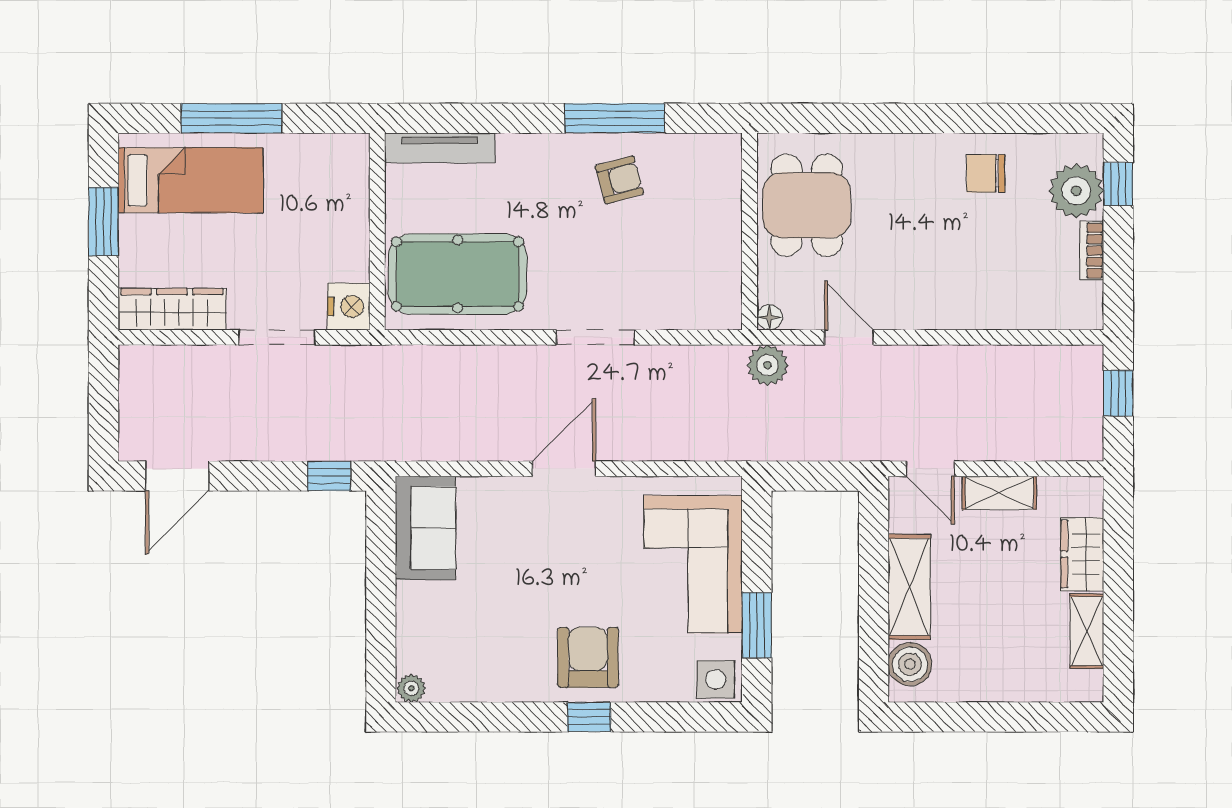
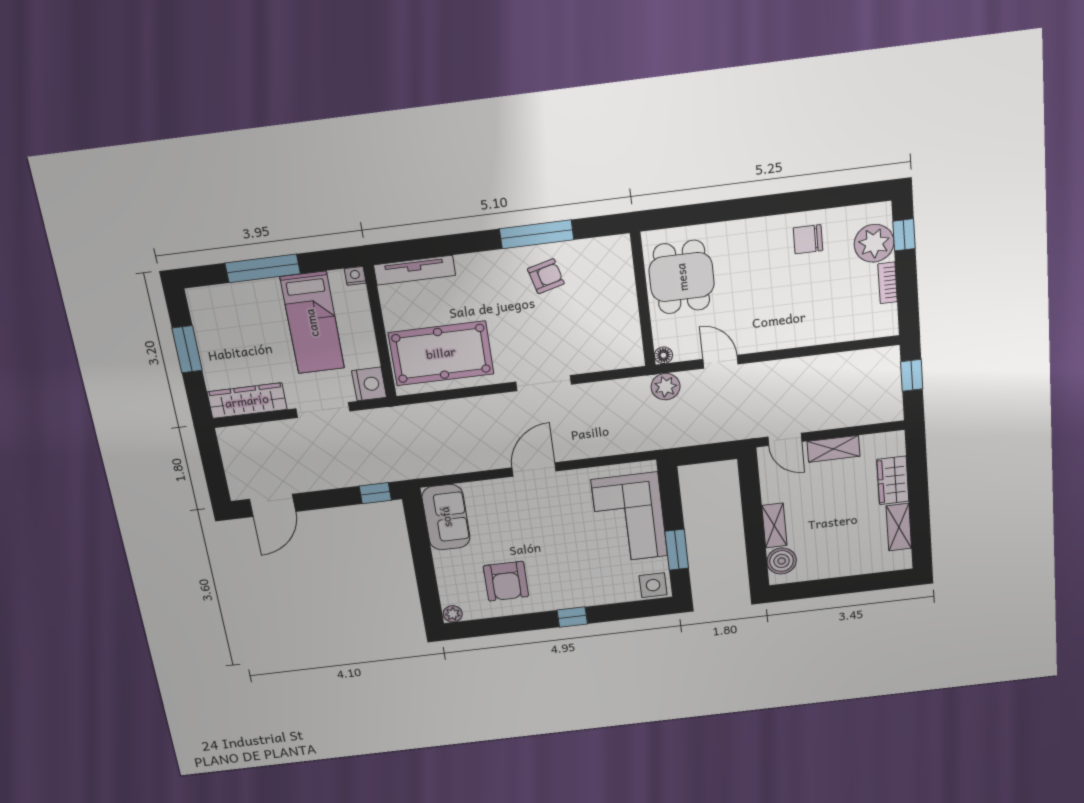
nightstand: (357, 145) -> (355, 276), added
bed: (191, 180) -> (312, 323), moved, turned 90
shelving: (909, 587) -> (774, 525), width x0.67, depth x0.75
armchair: (588, 657) -> (506, 581), moved, turned 180

